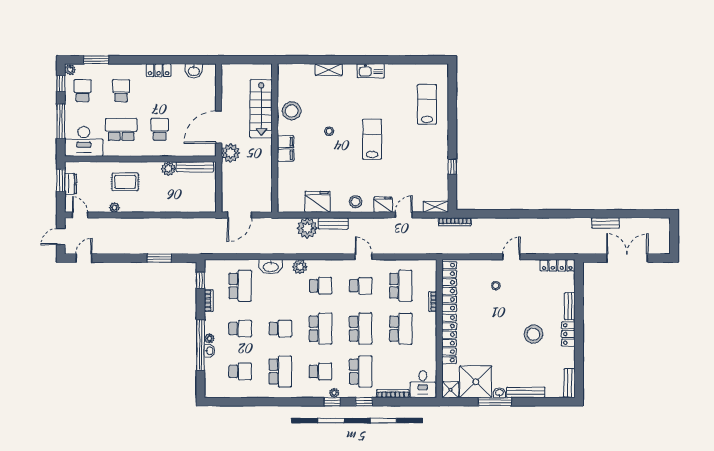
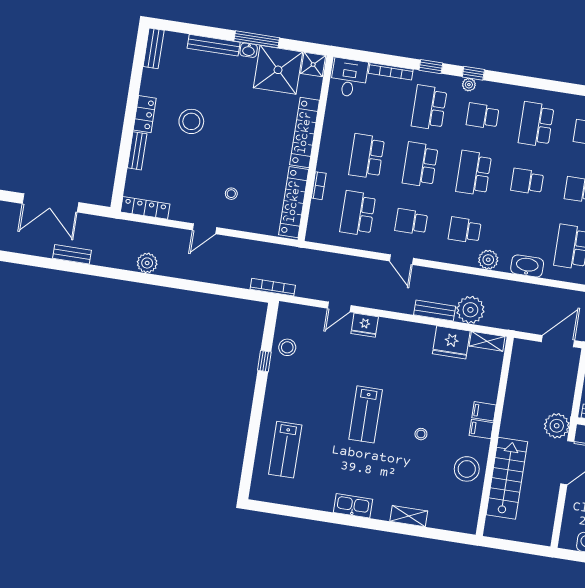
stool: (356, 202) -> (287, 347), moved
shelving: (436, 207) -> (487, 341), moved
plant: (549, 225) -> (147, 263), added

